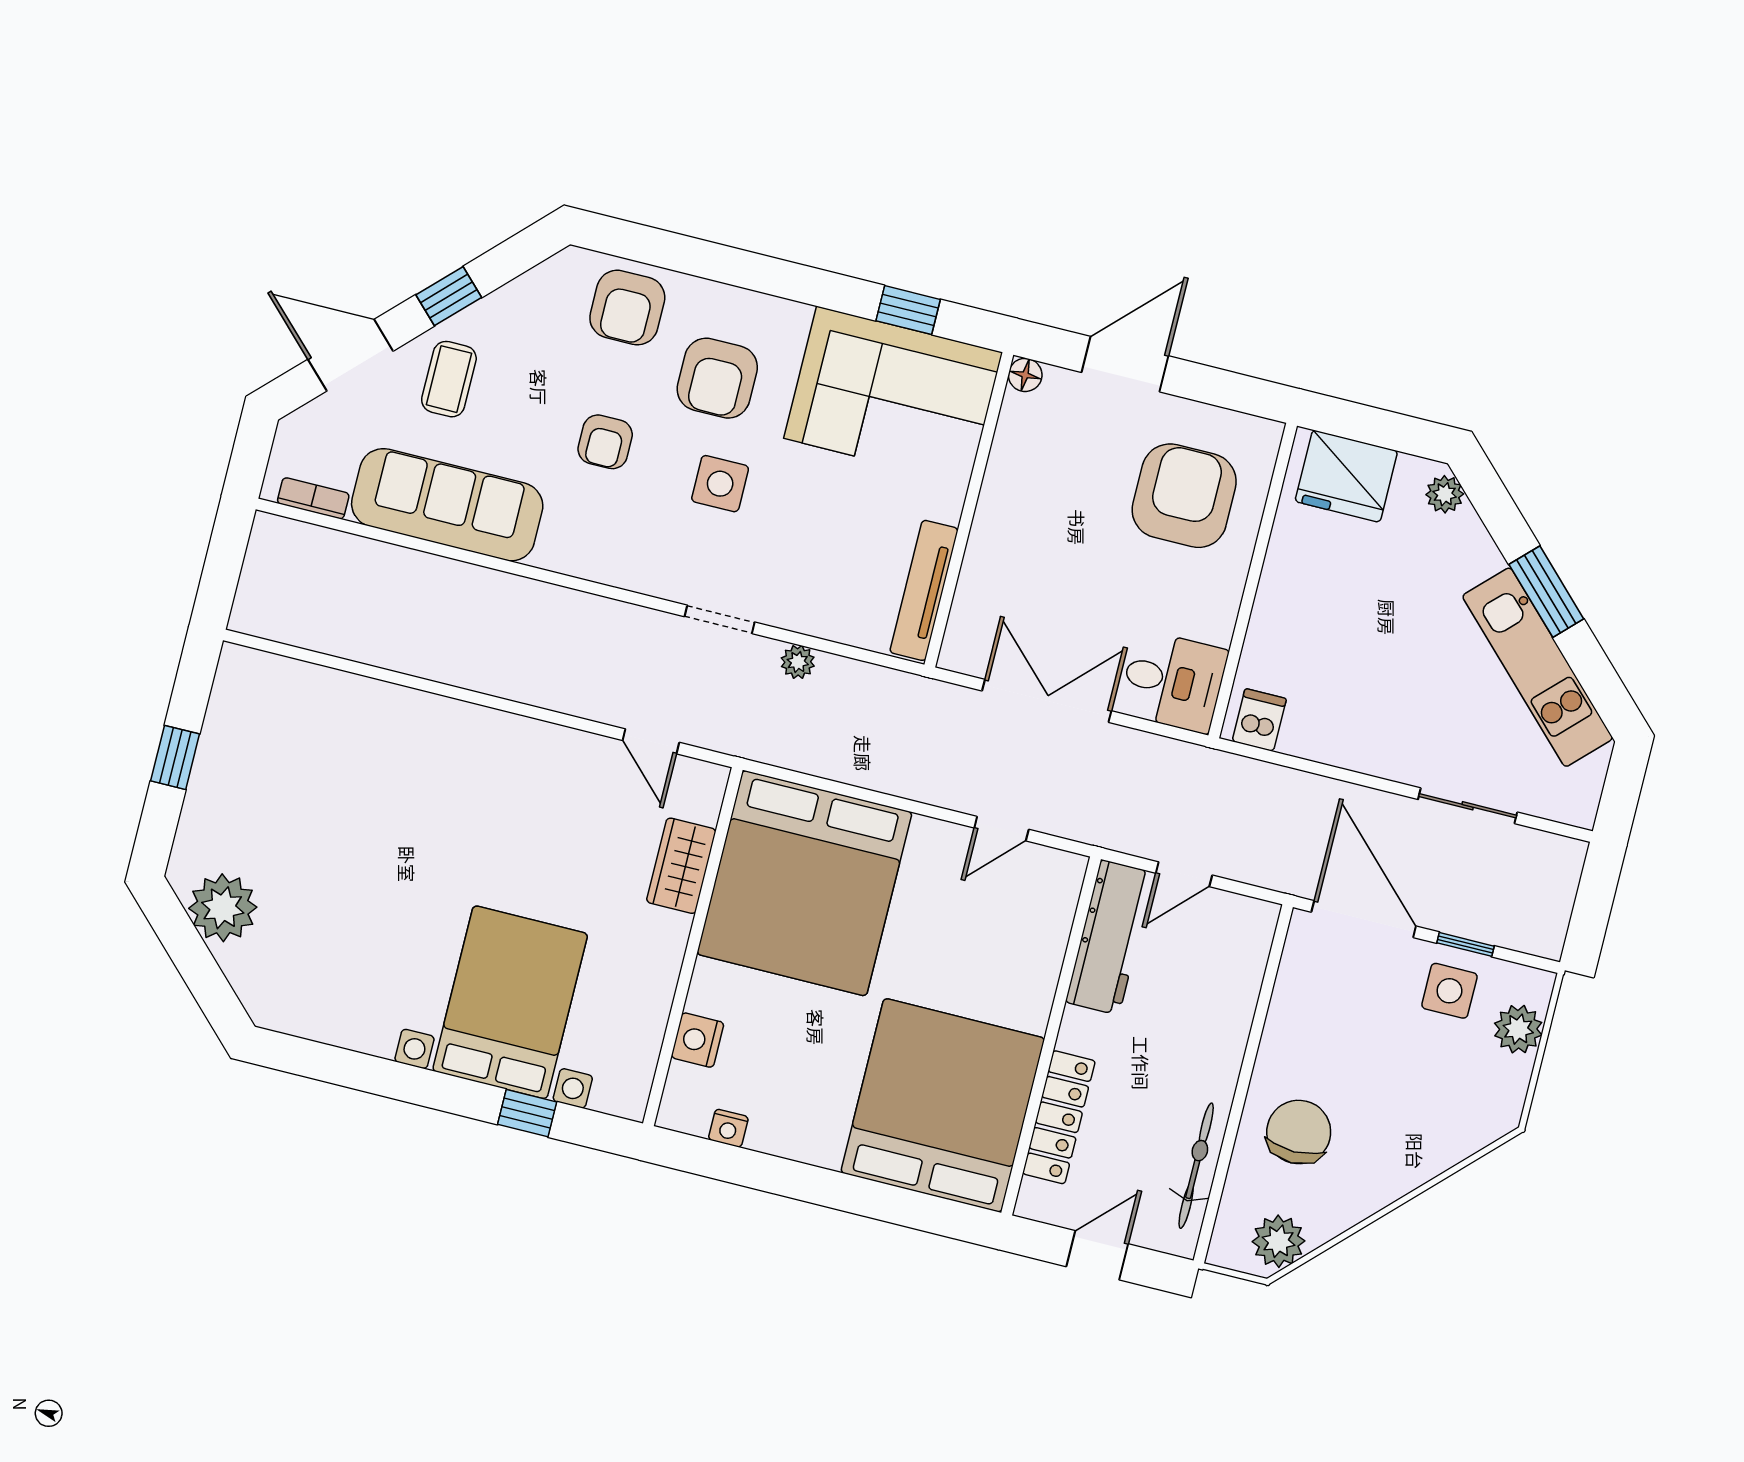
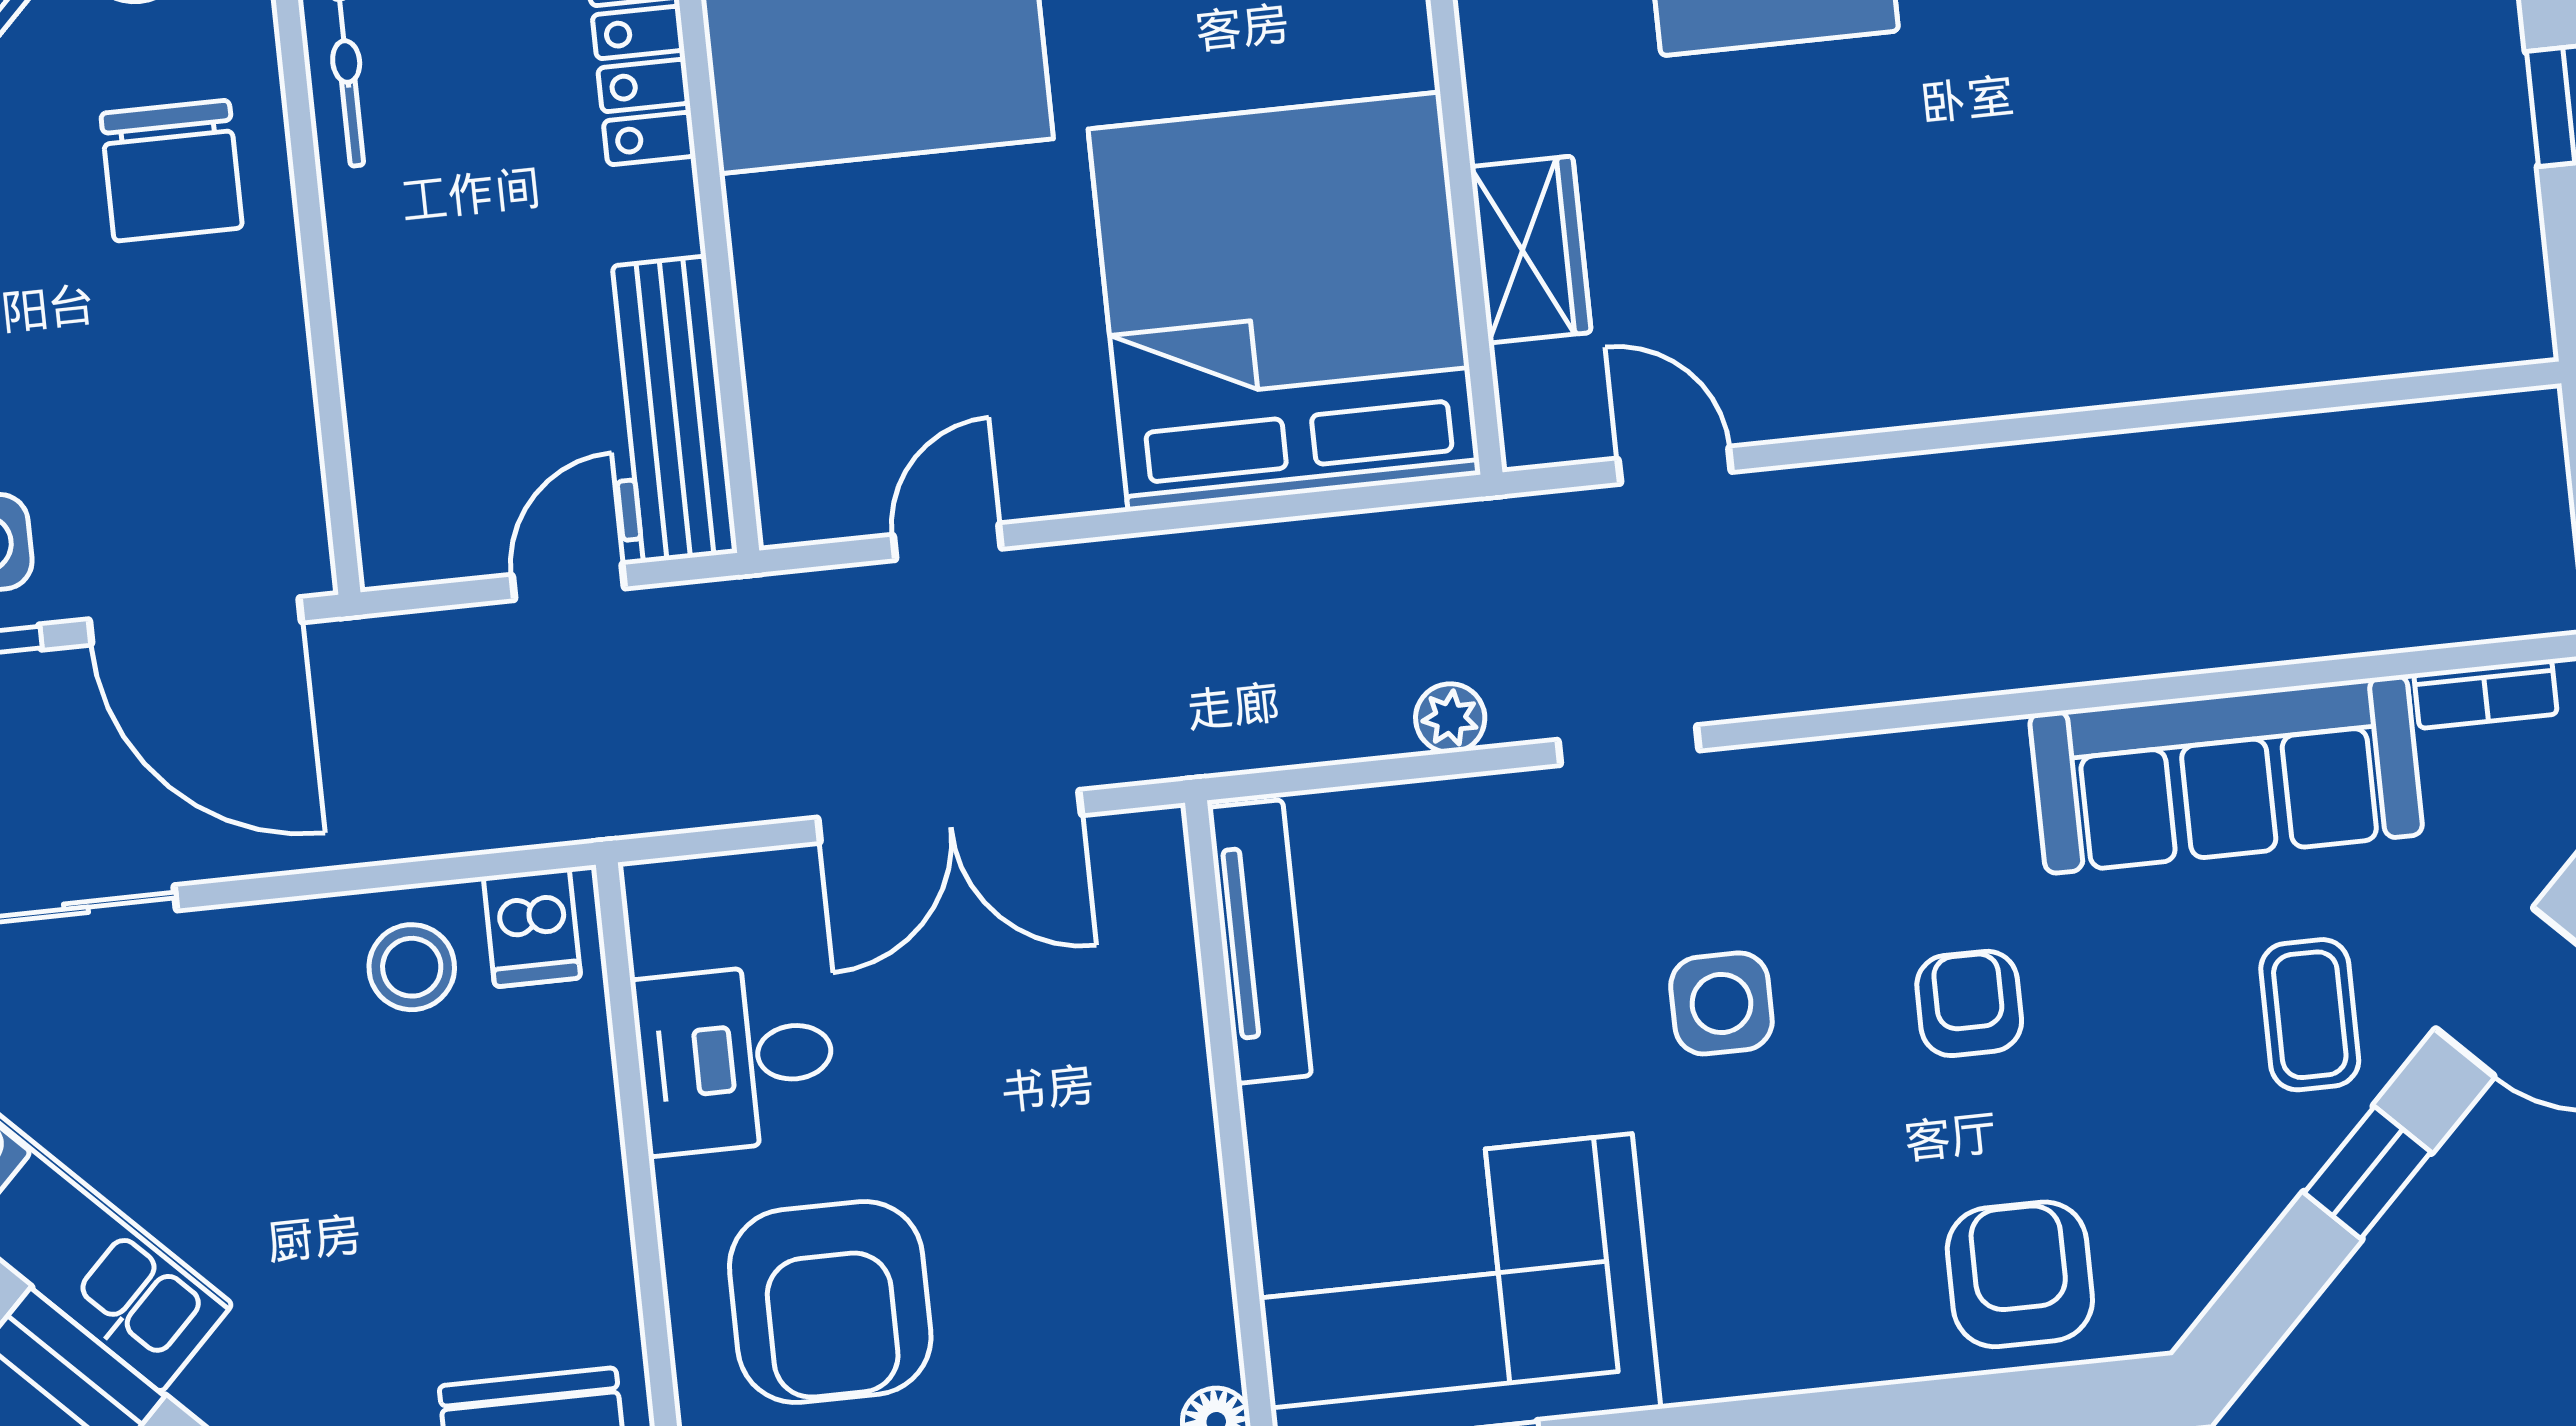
armchair: (717, 378) -> (1800, 1202), removed
desk: (1173, 681) -> (735, 1059), moved
stool: (1322, 722) -> (412, 967), added

